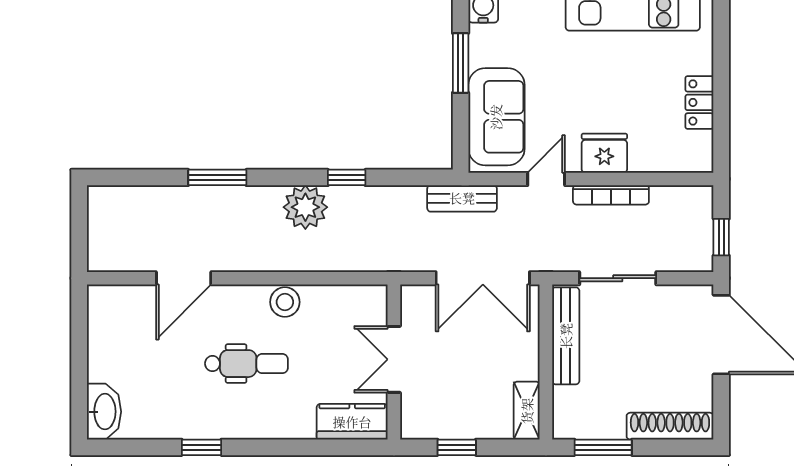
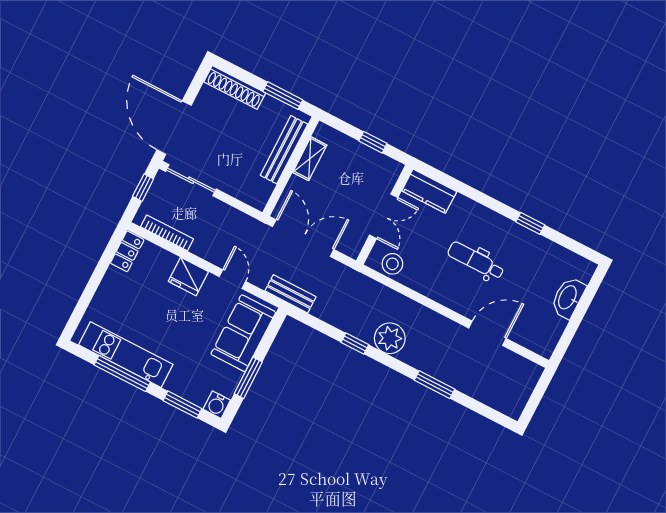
locker: (699, 102) -> (127, 251), moved
door: (546, 179) -> (232, 279), swing flipped
bookcase: (611, 195) -> (167, 233), moved
sliding door: (618, 278) -> (191, 180), moved
stool: (285, 302) -> (392, 264), moved
bench: (566, 336) -> (284, 150), moved
shelving: (527, 411) -> (310, 159), moved
washbasin: (104, 412) -> (568, 298), moved

